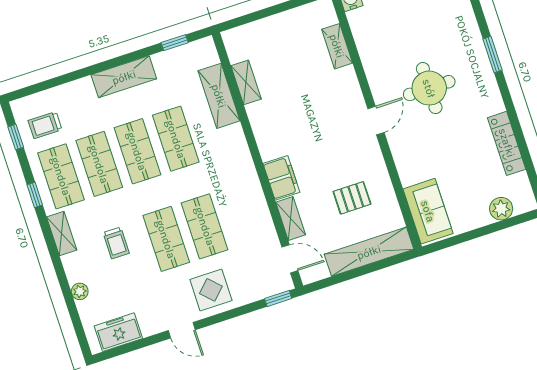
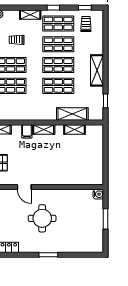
shelving: (337, 46) -> (44, 130), moved
door: (376, 121) -> (24, 187), moved
filing cabinet: (281, 178) -> (27, 131), width x0.50

